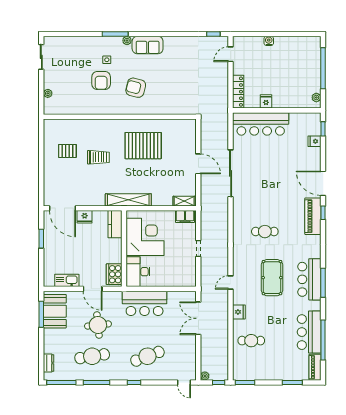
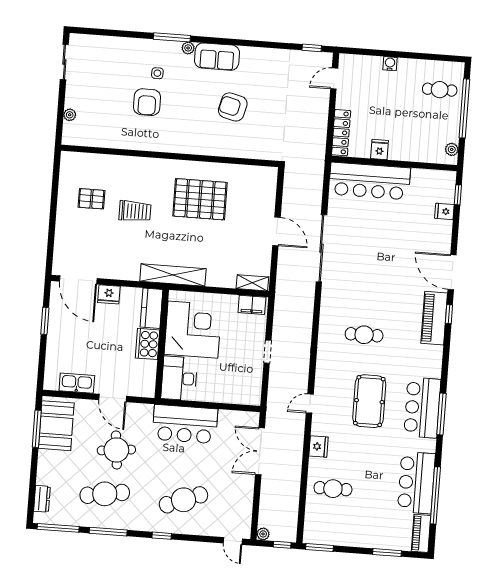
cafe table: (305, 56) -> (440, 90), added
armchair: (136, 88) -> (233, 107), moved
cooker: (114, 274) -> (148, 344), moved

